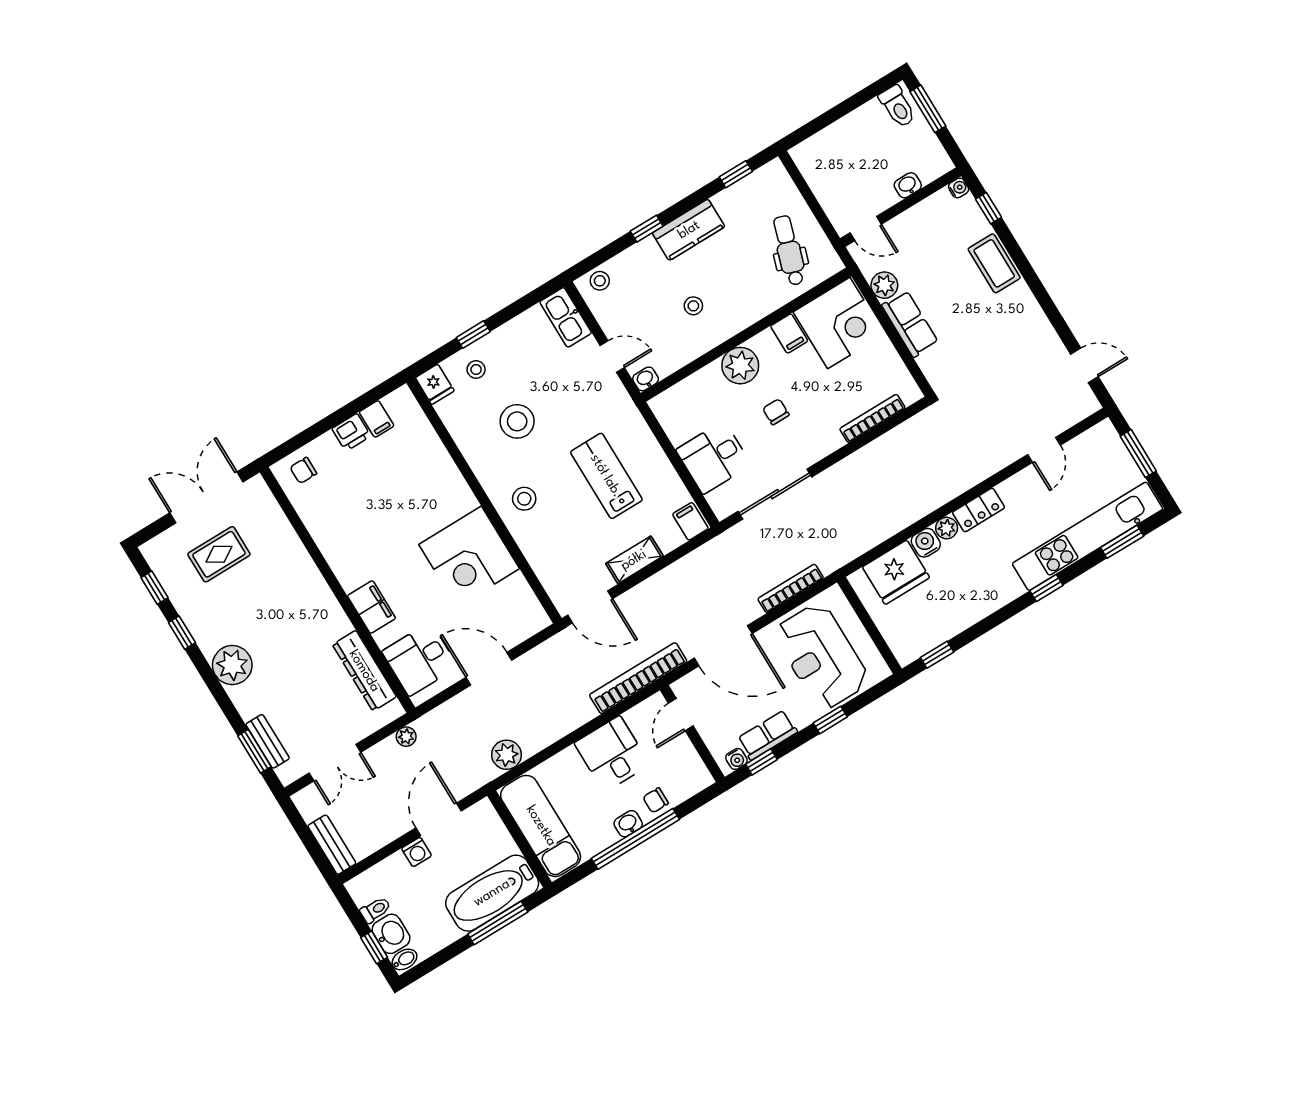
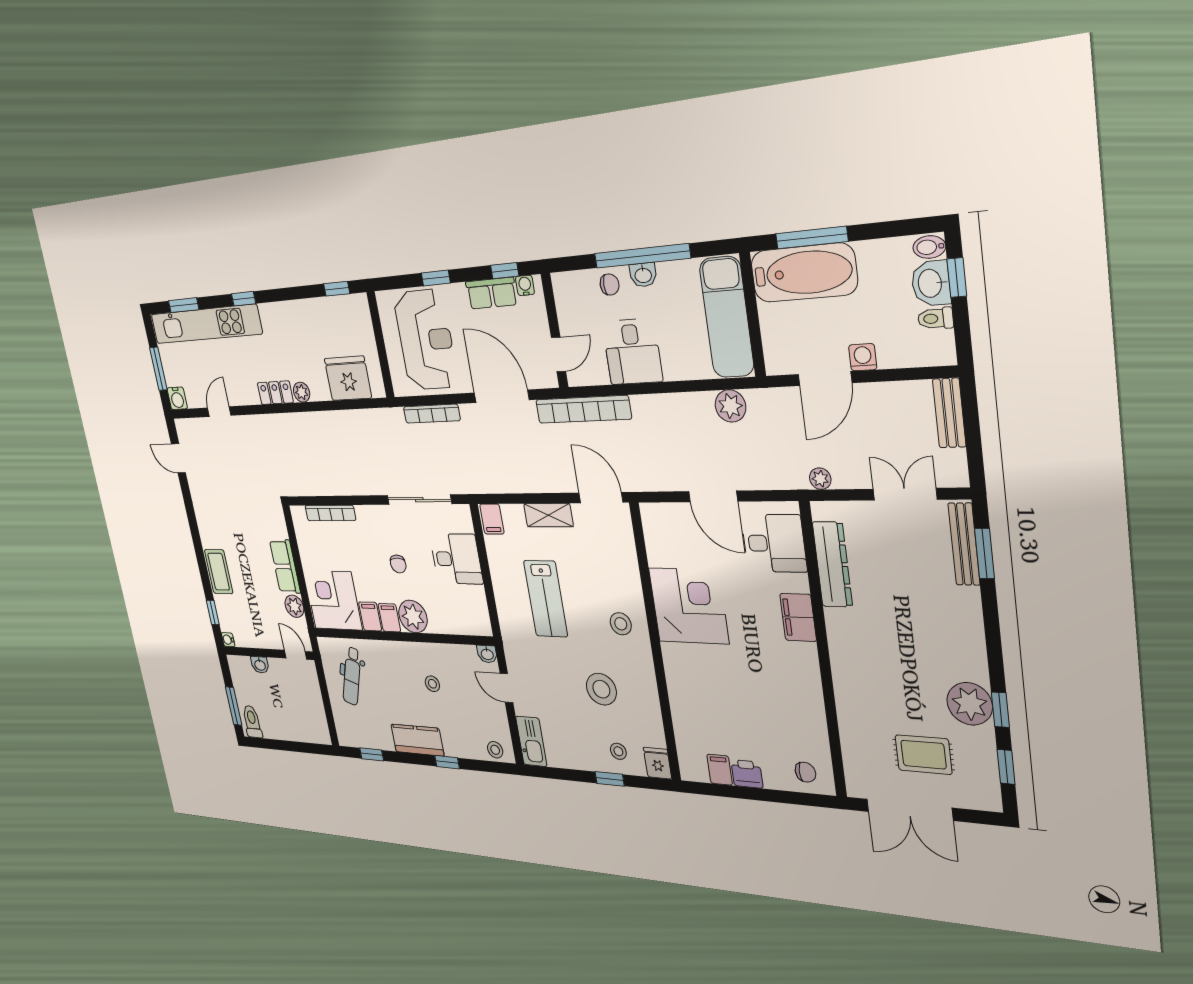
filing cabinet: (767, 347) -> (389, 618), added
water cooler: (926, 543) -> (177, 398), moved
plant: (232, 665) -> (970, 704), moved
bench: (268, 741) -> (964, 544), width x1.36

